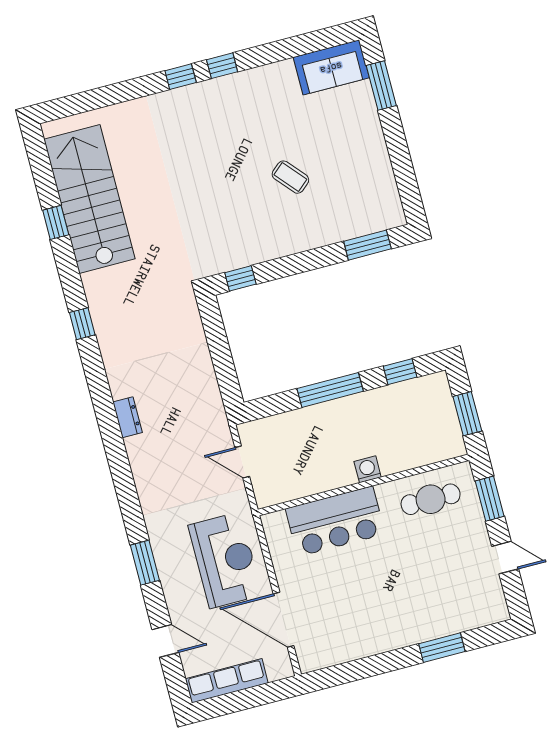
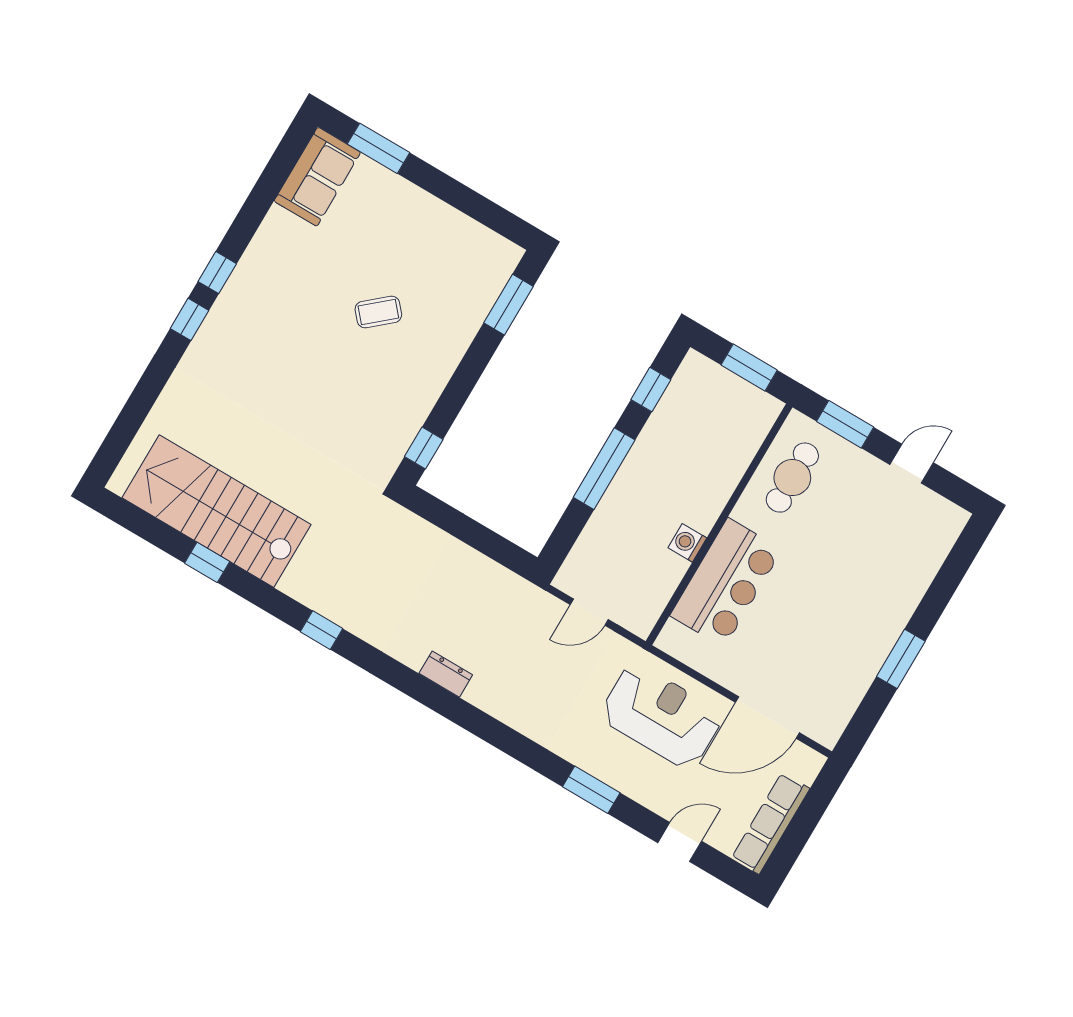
washing machine: (368, 469) -> (687, 543), moved
window: (442, 648) -> (901, 659), moved

